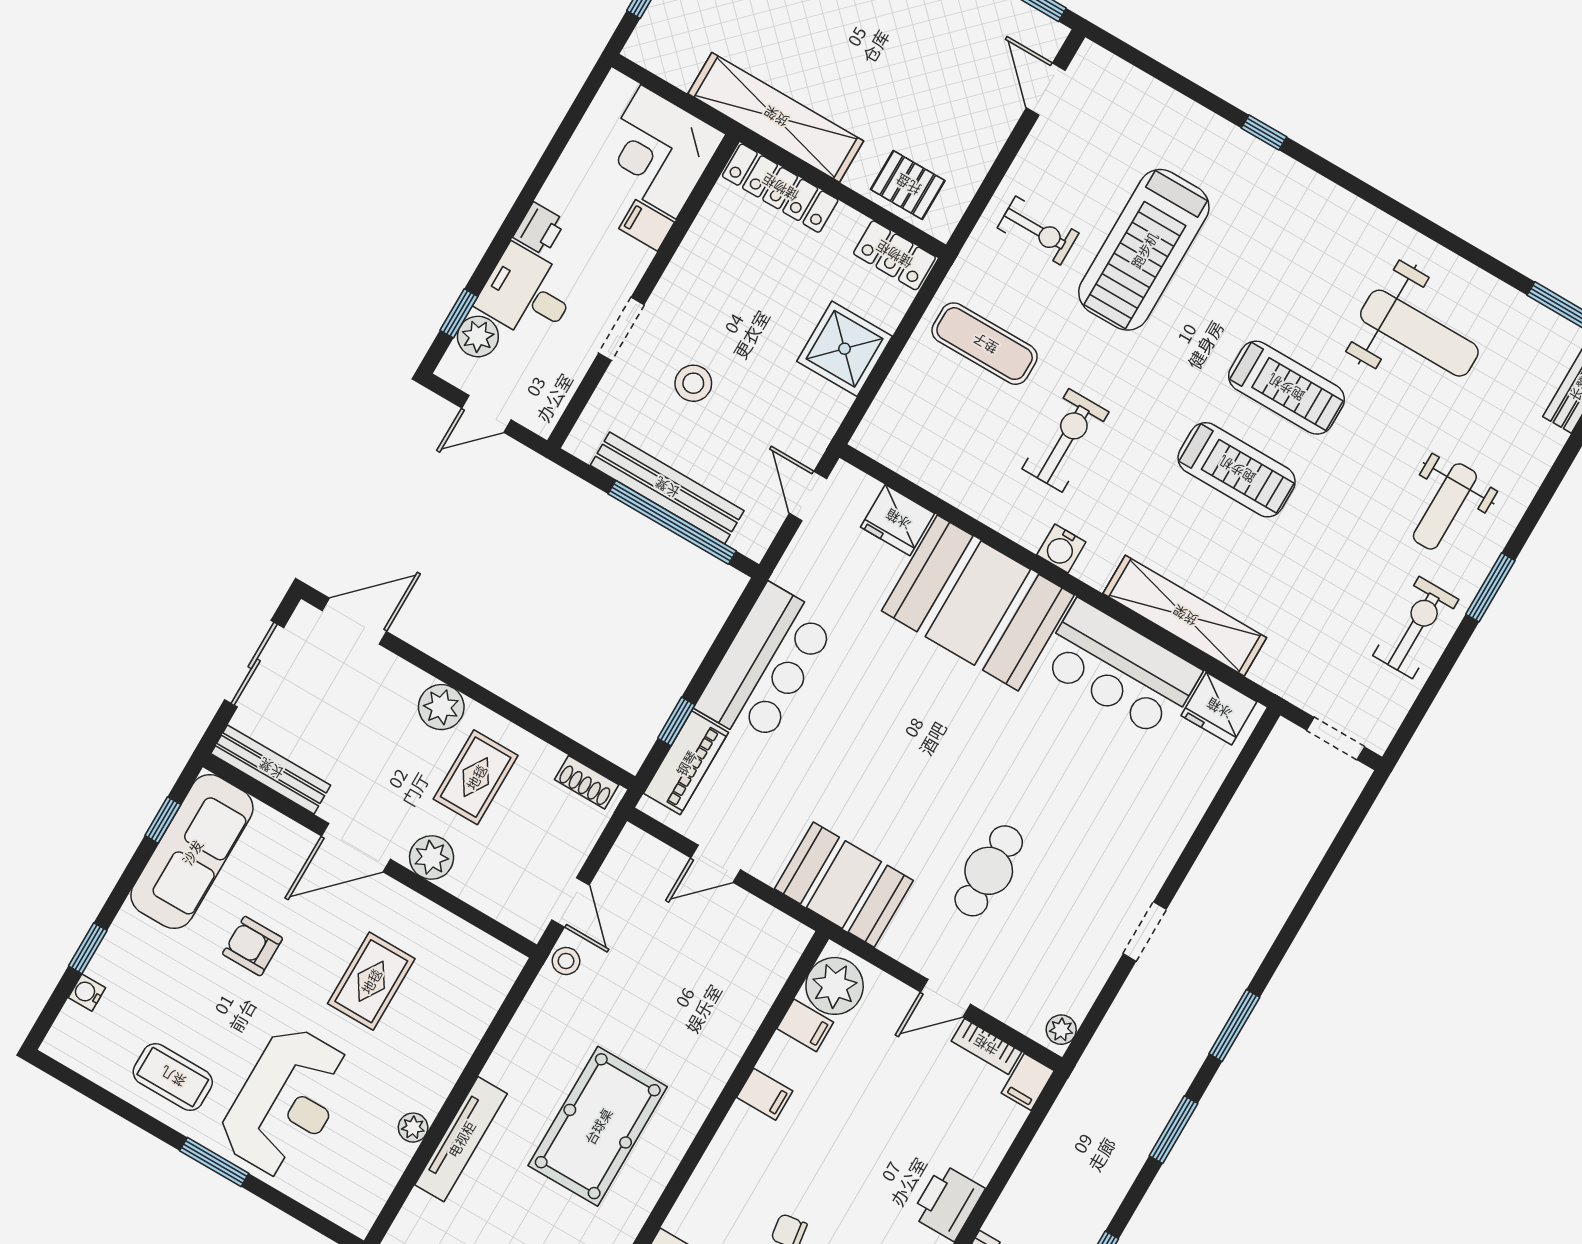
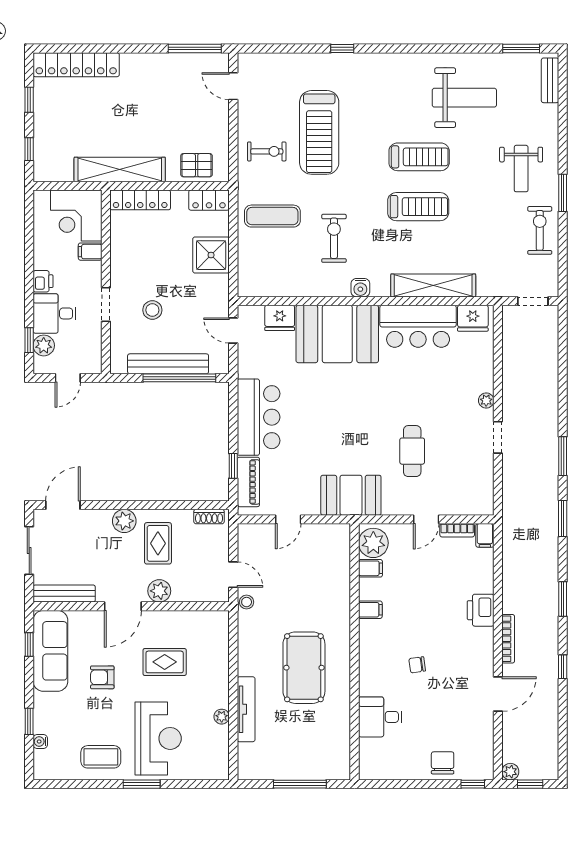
rug: (371, 981) -> (165, 662), turned 90
plant: (1061, 1030) -> (486, 400), moved

